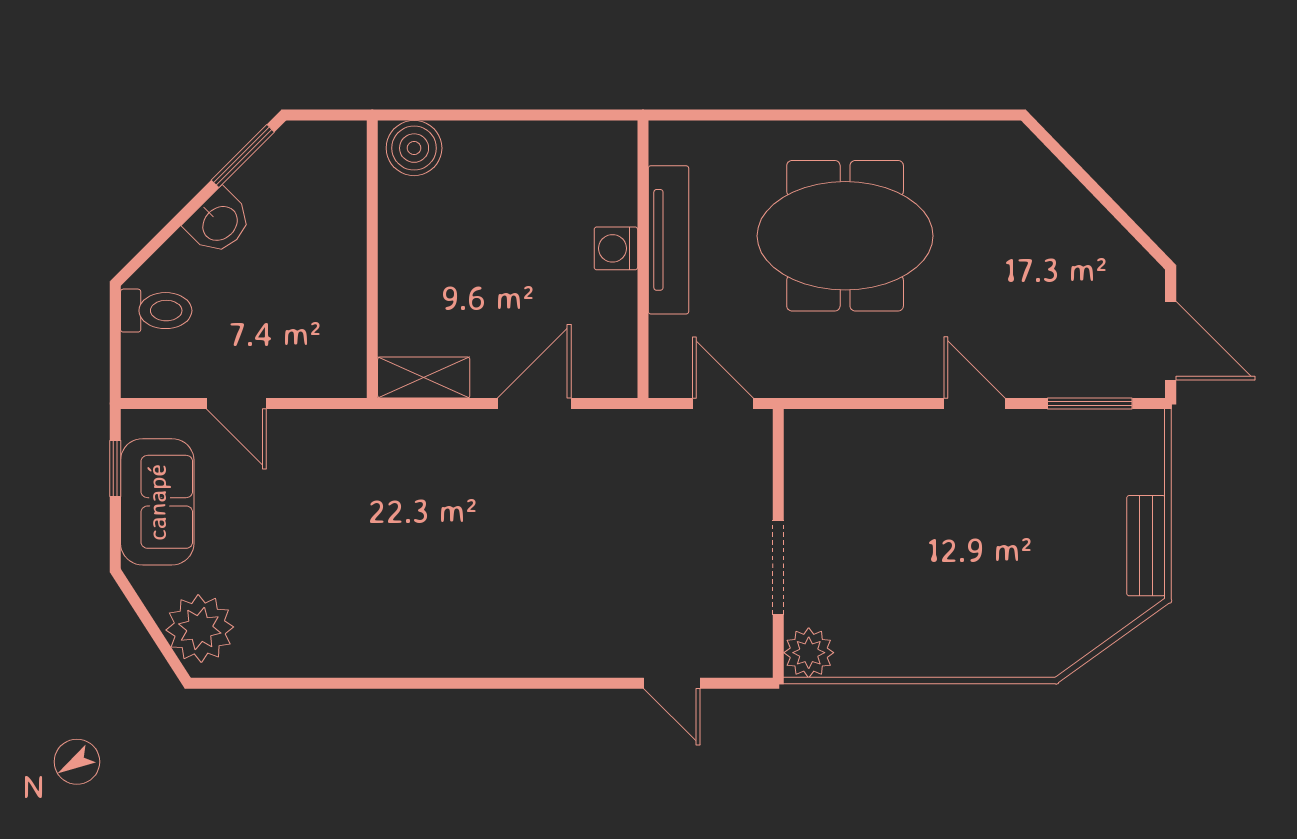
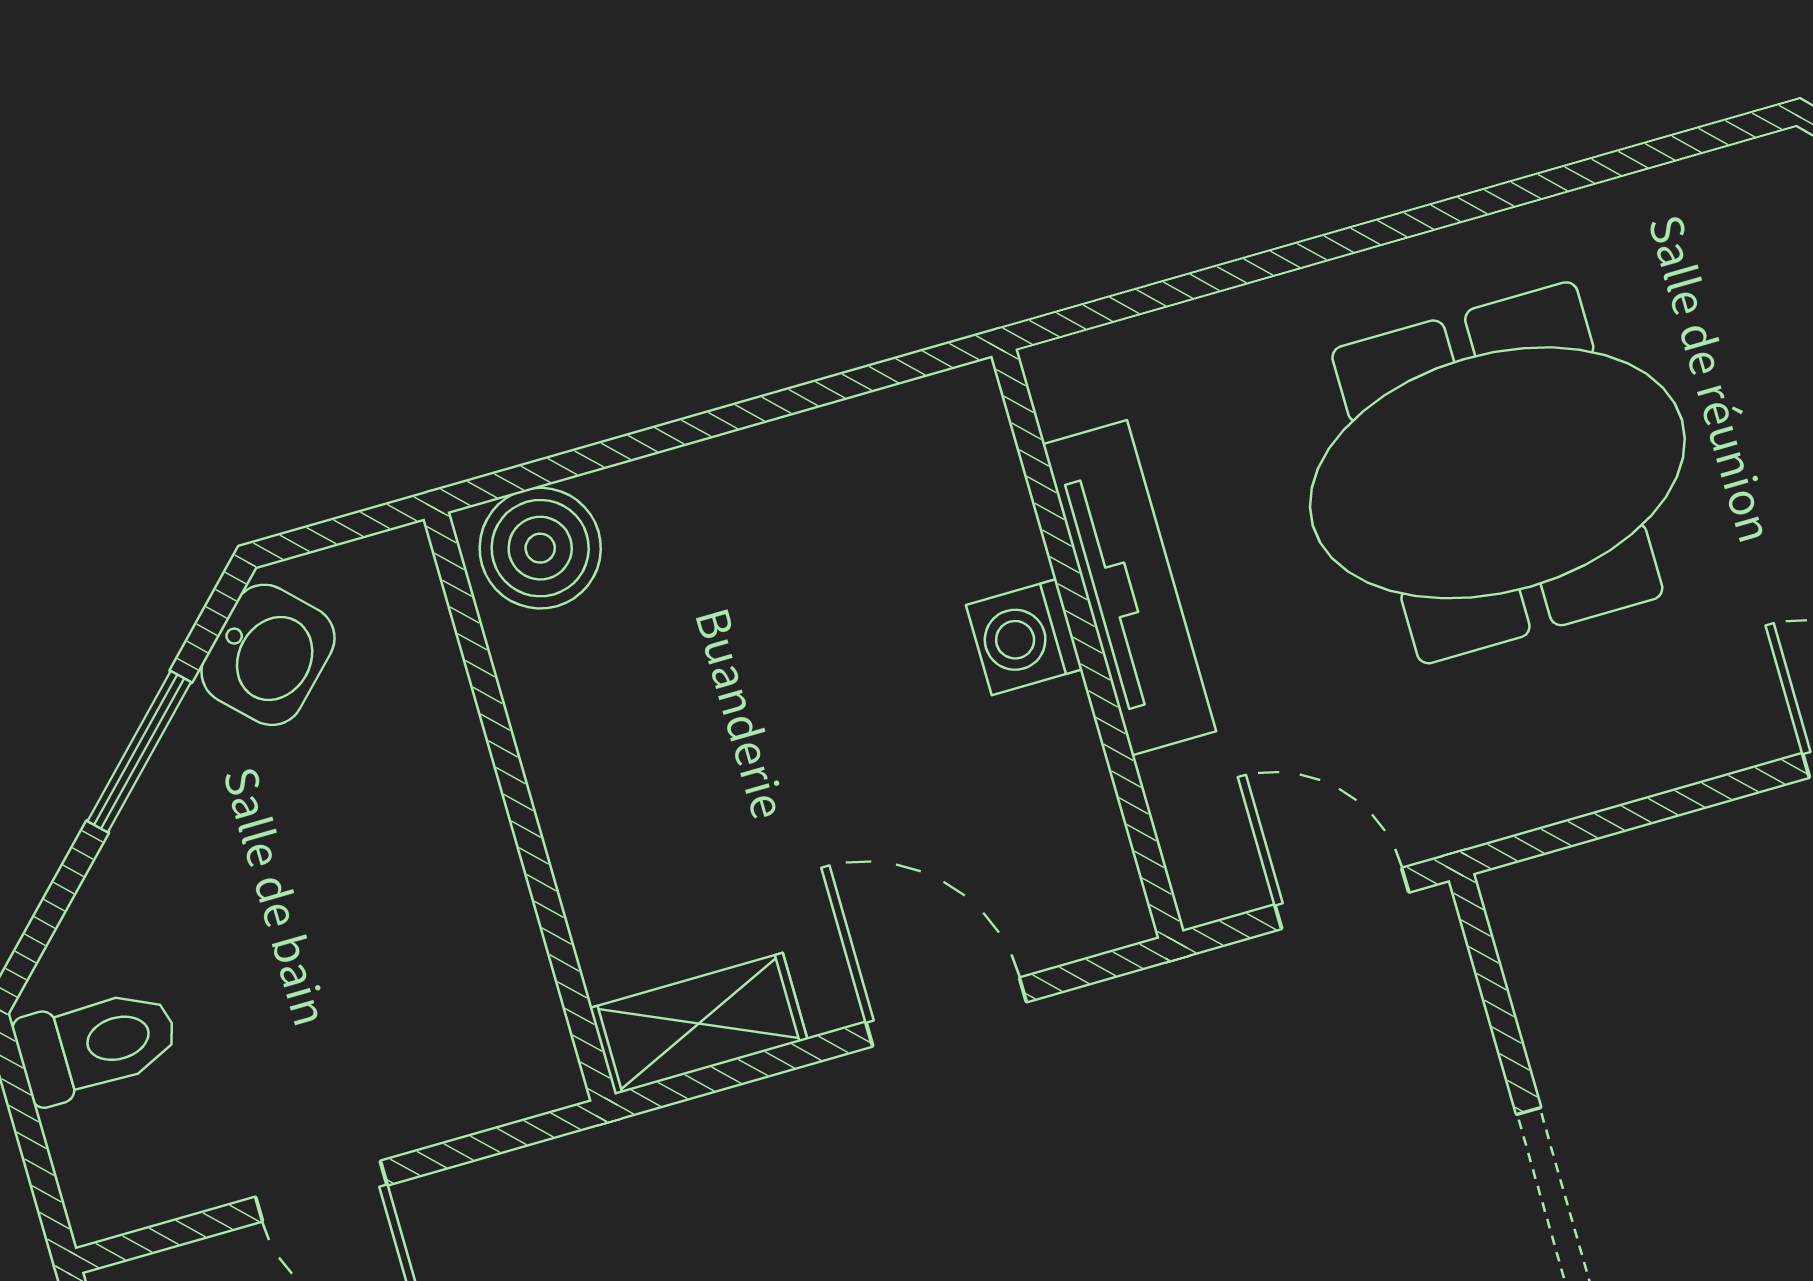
window: (243, 156) -> (139, 752), moved
washbasin: (219, 222) -> (268, 655), moved
door: (534, 404) -> (946, 1012), hinge flipped

